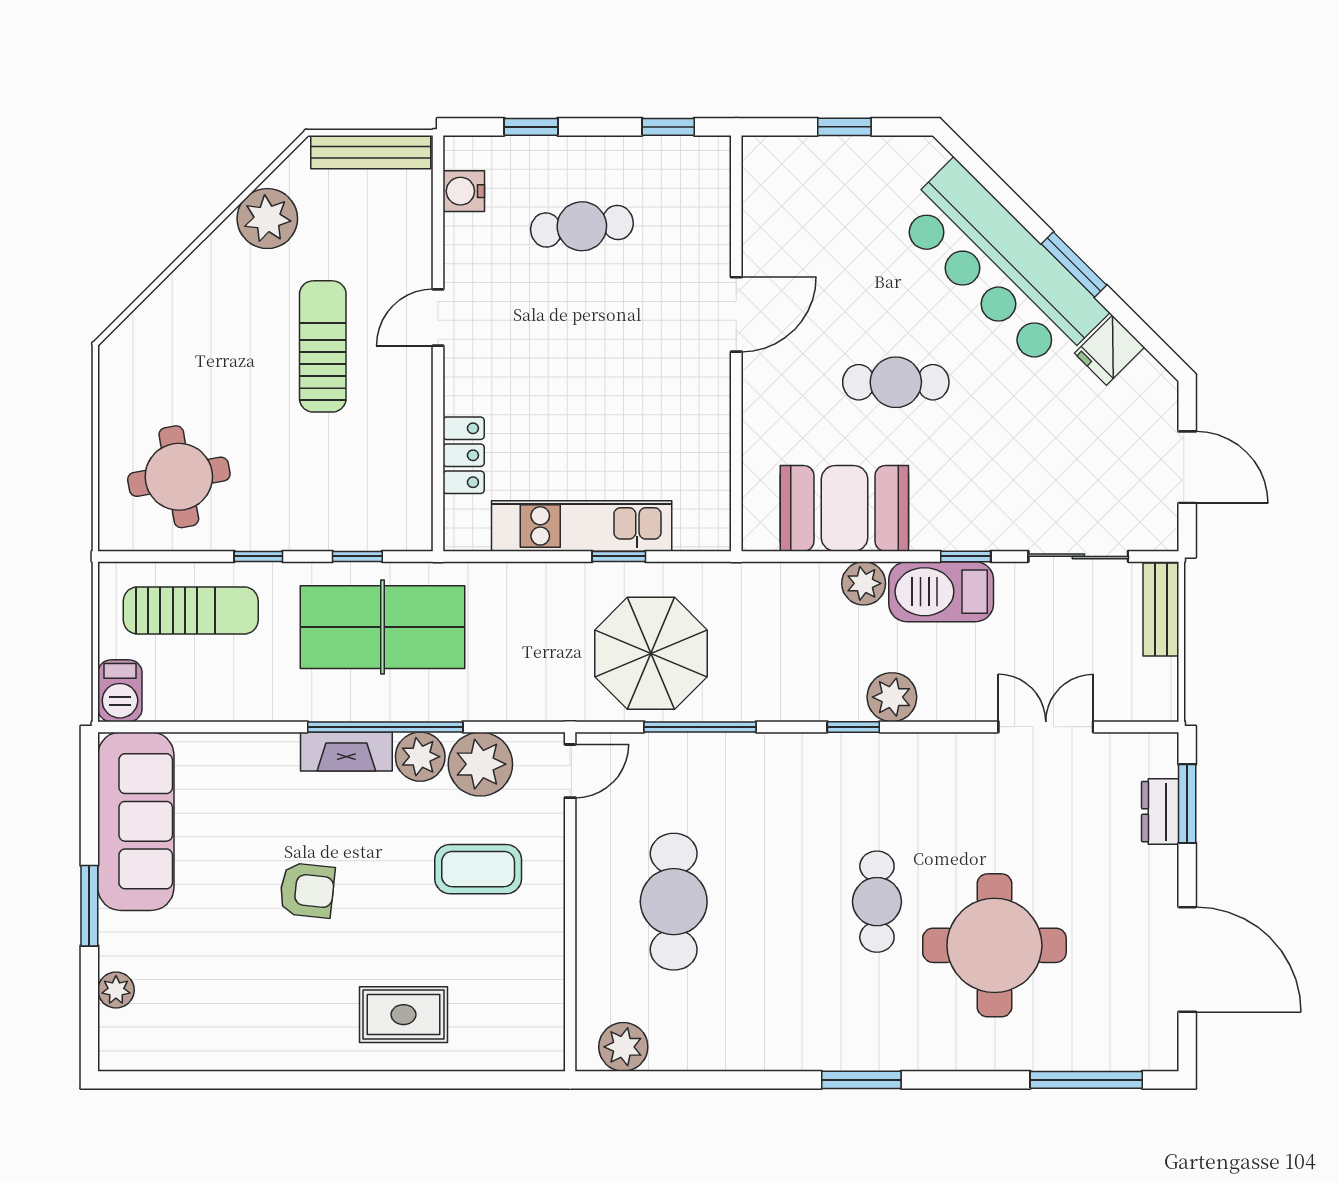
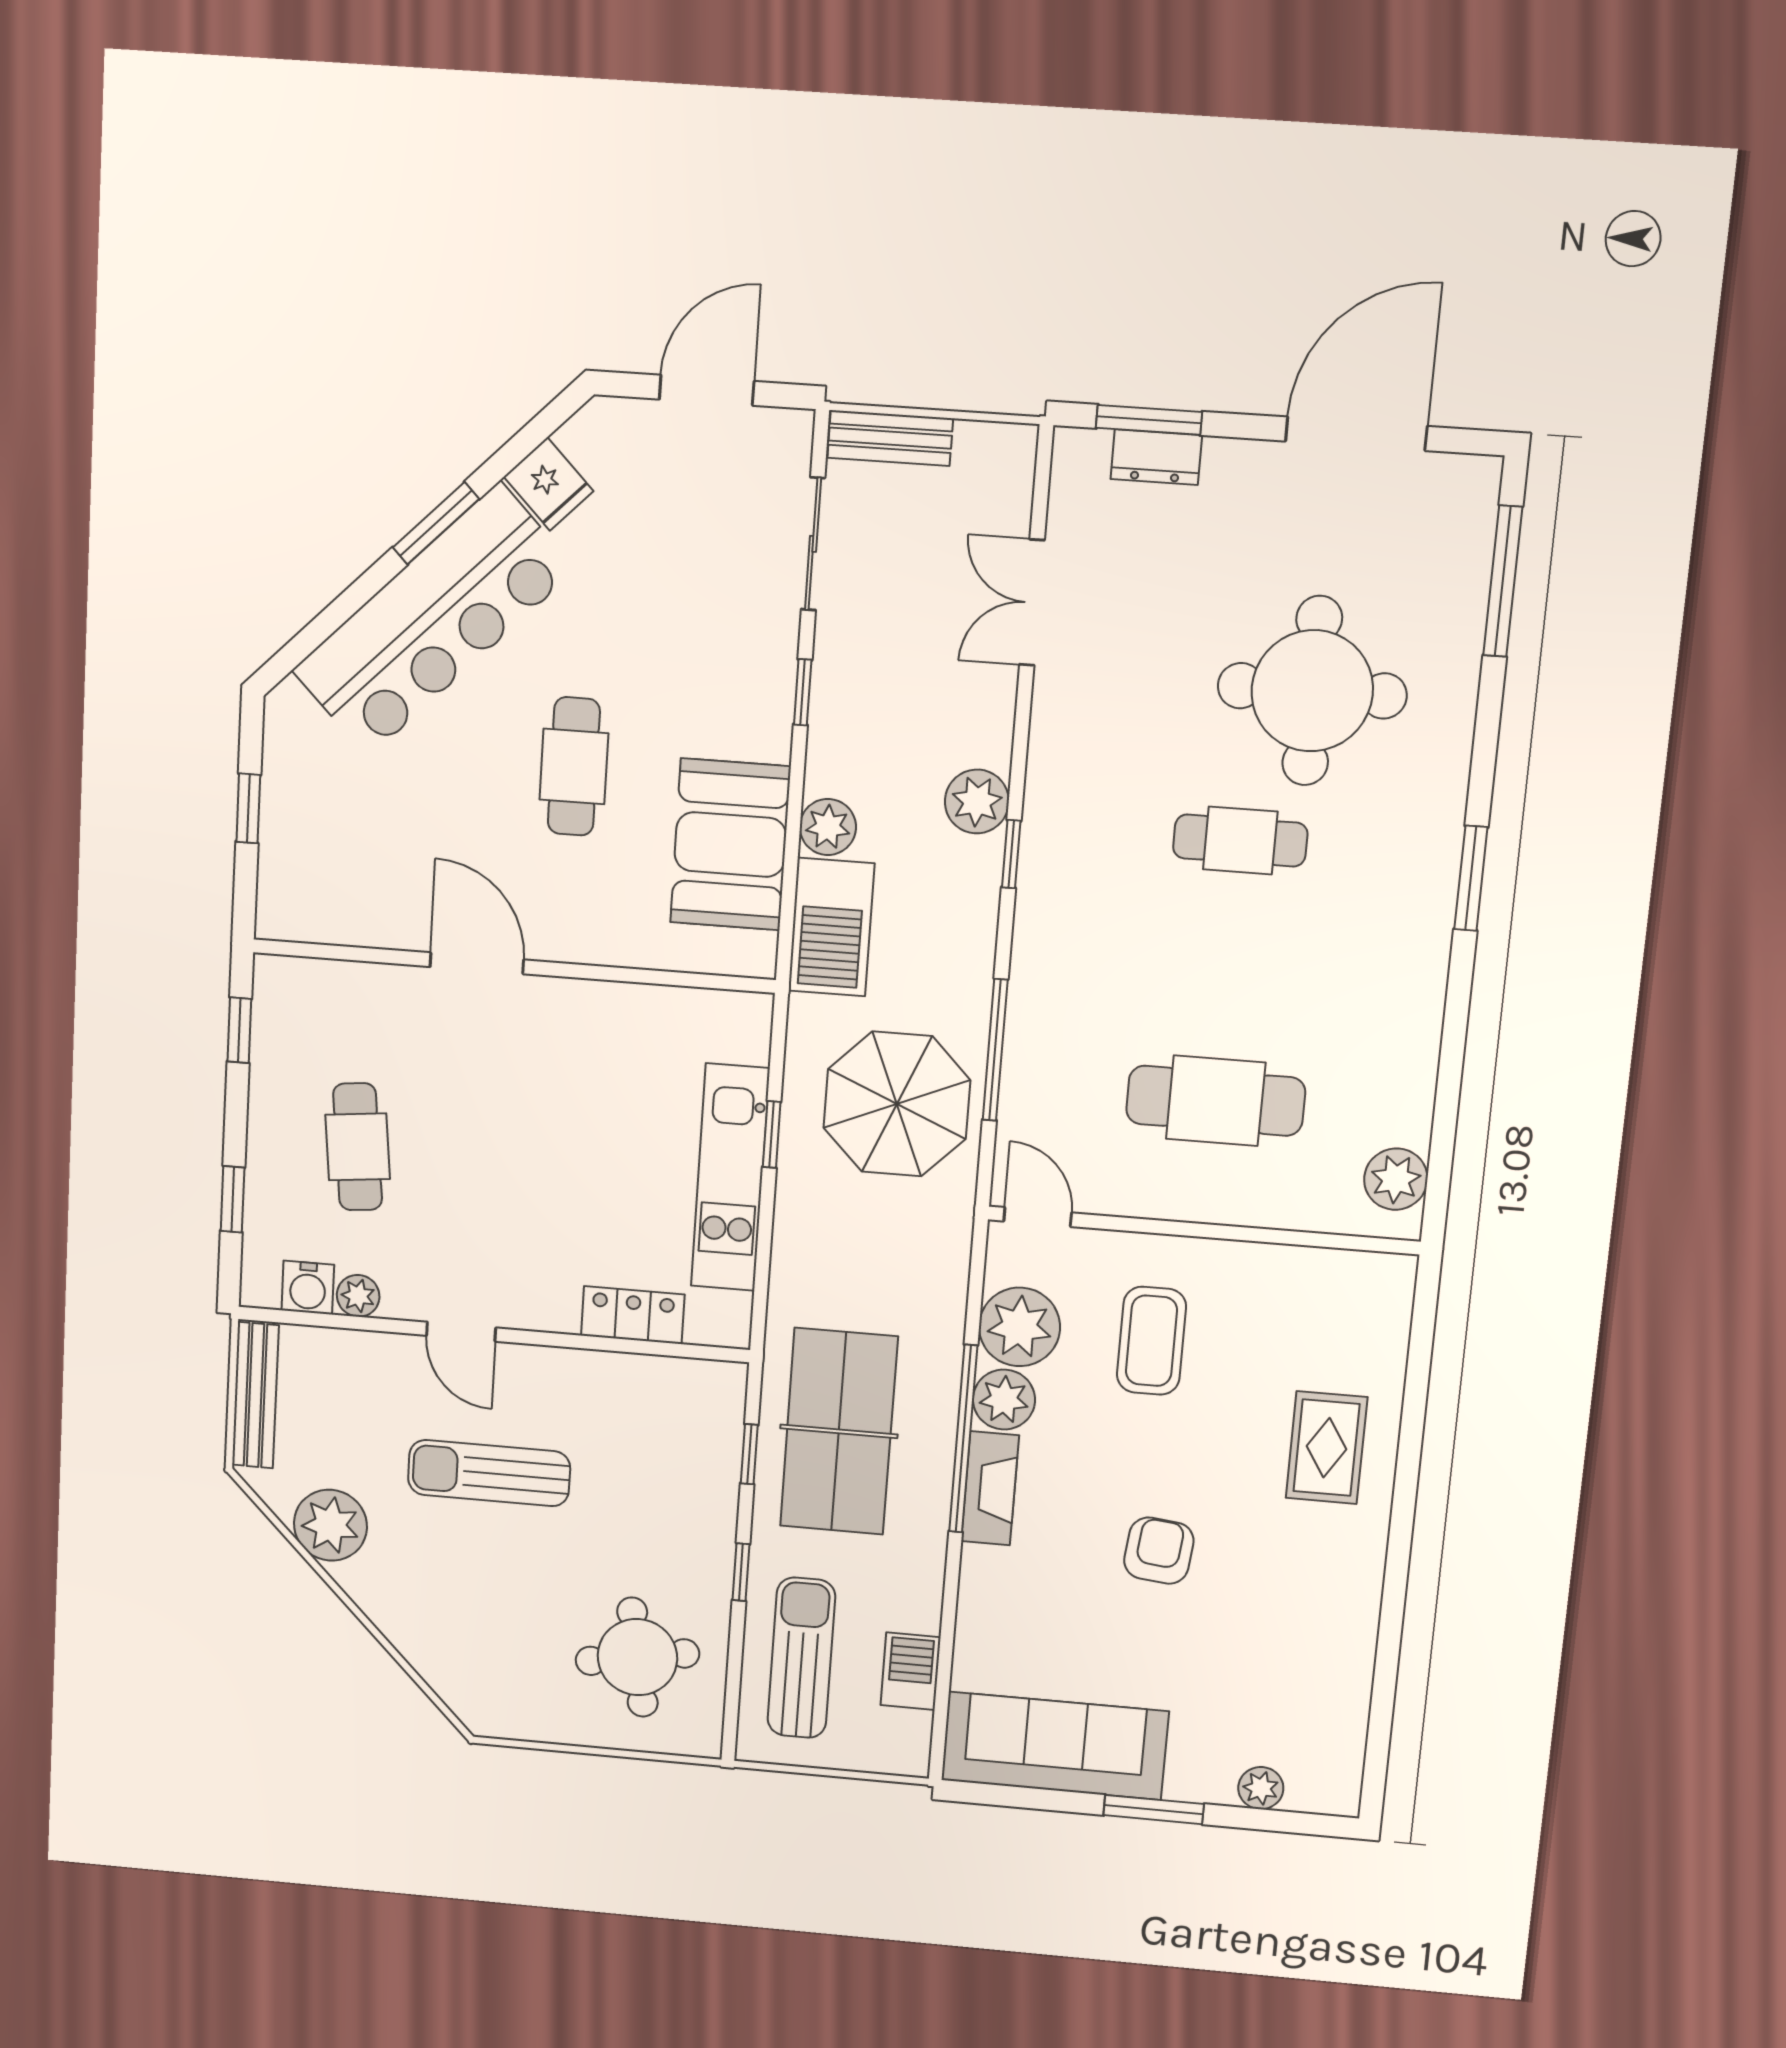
plant: (460, 232) -> (358, 1296), added
barbecue: (941, 592) -> (831, 927), moved
barbecue: (120, 691) -> (911, 1671), moved, turned -90

